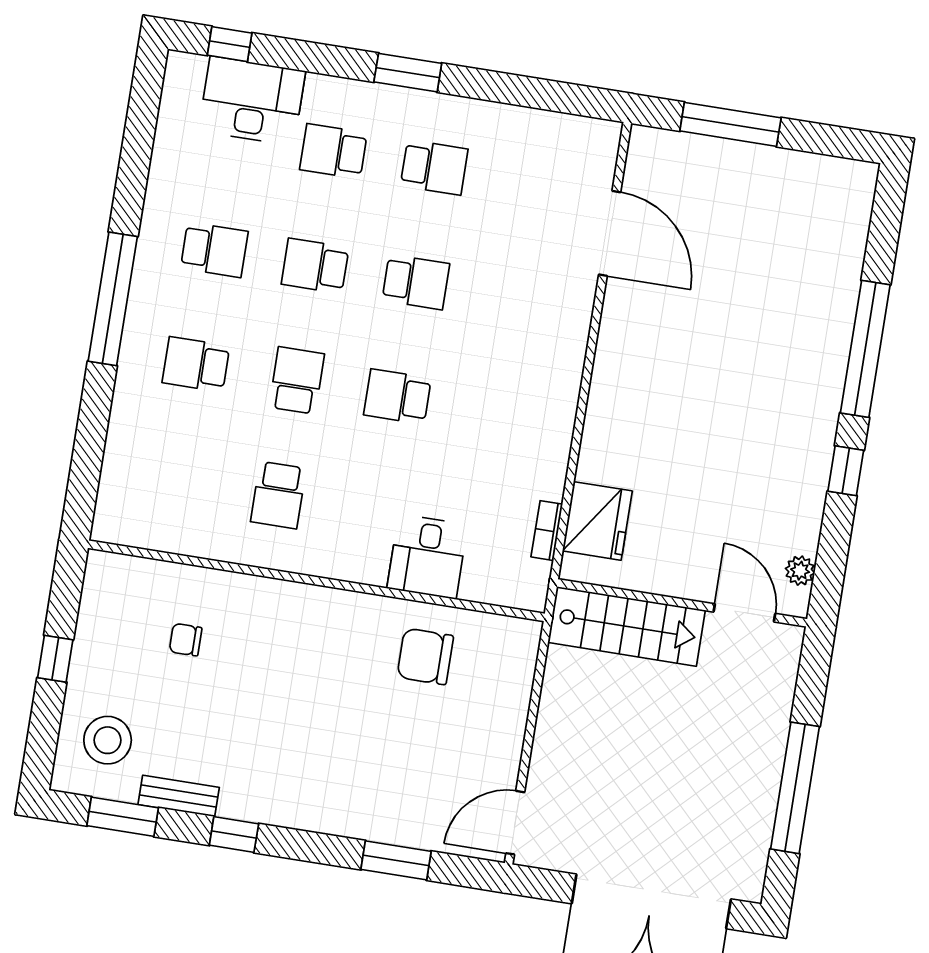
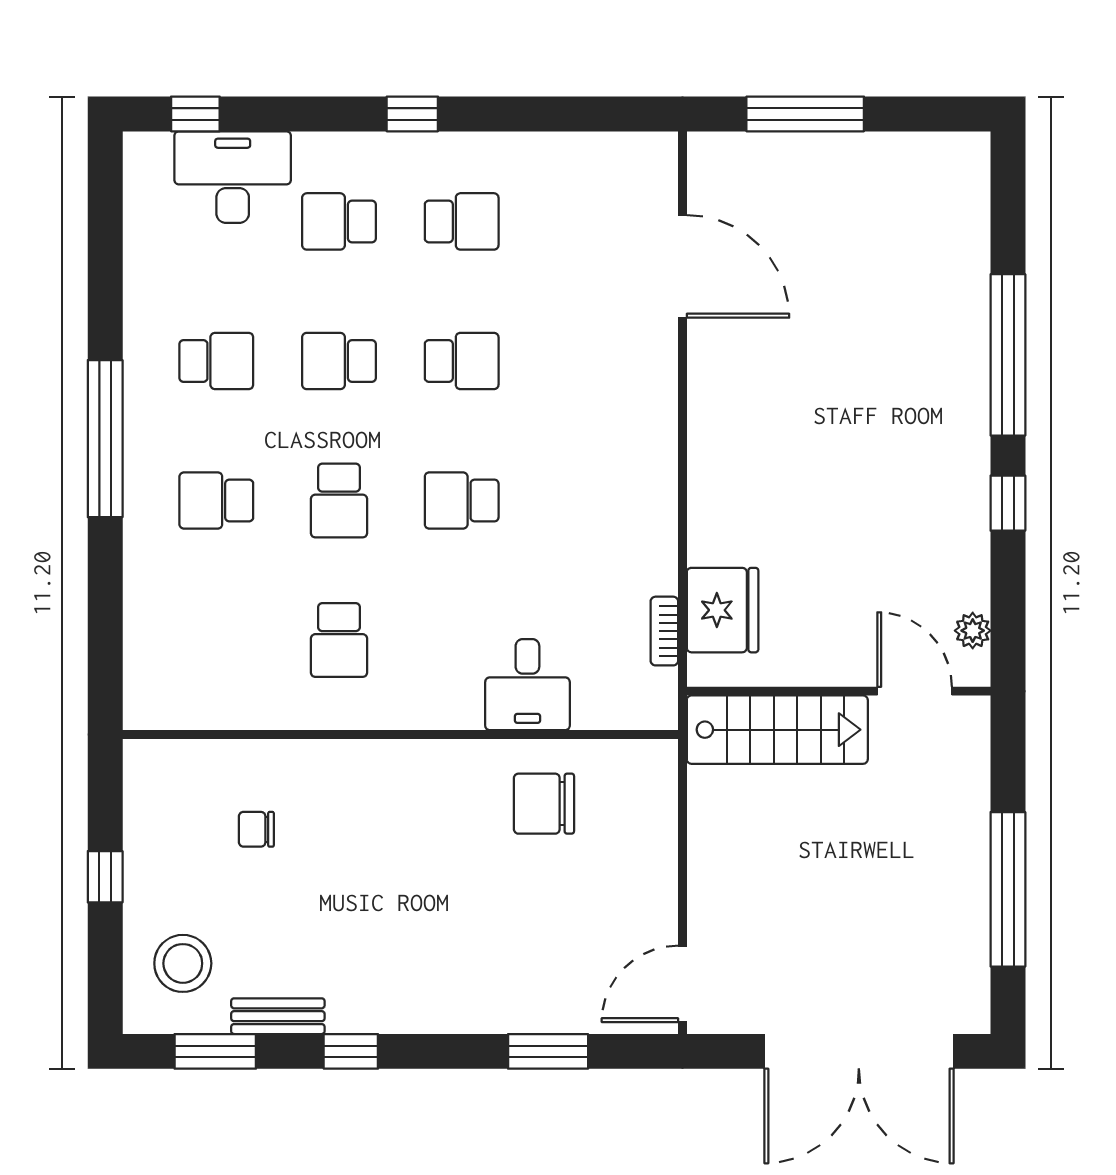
window: (408, 73) -> (412, 114), width x0.67
school desk: (297, 380) -> (339, 501), turned 180

